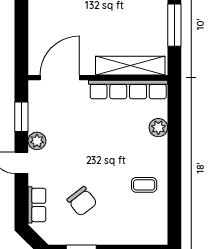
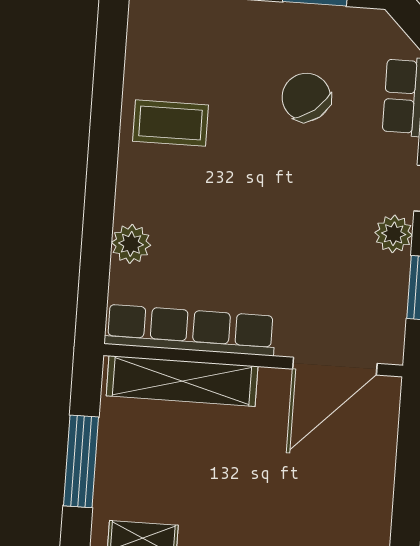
coffee table: (144, 185) -> (171, 123), width x1.36, depth x1.30

